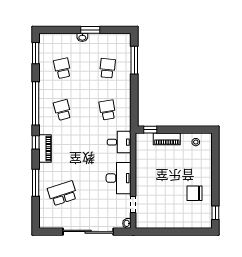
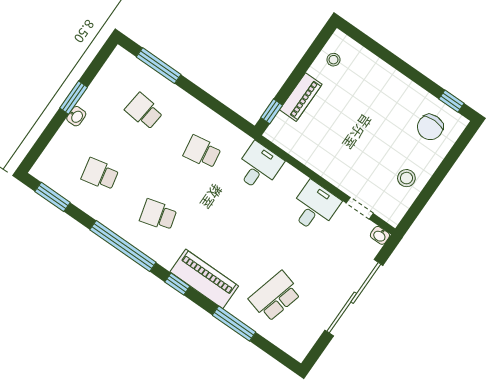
piano: (45, 148) -> (204, 279), width x1.37, depth x1.33
desk: (119, 178) -> (314, 207), width x0.73
school desk: (62, 193) -> (275, 296), turned 33
chair: (195, 193) -> (430, 127), moved
stool: (163, 217) -> (406, 178), added

